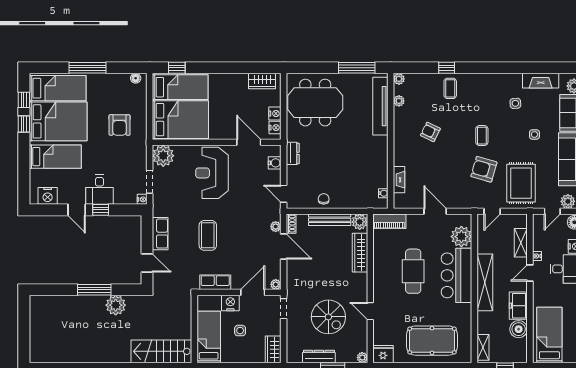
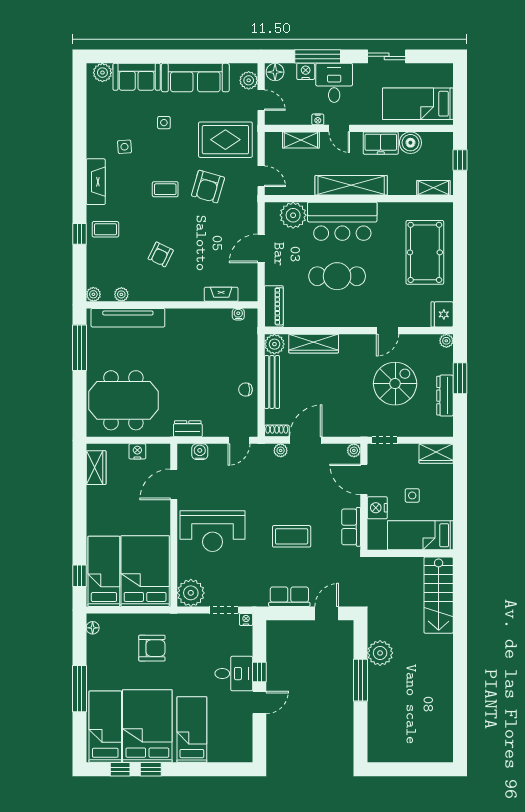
fireplace: (541, 81) -> (96, 182), moved
meeting table: (315, 103) -> (123, 400), turned 90
nightstand: (275, 128) -> (155, 451), removed
nightstand: (48, 196) -> (242, 739), removed

